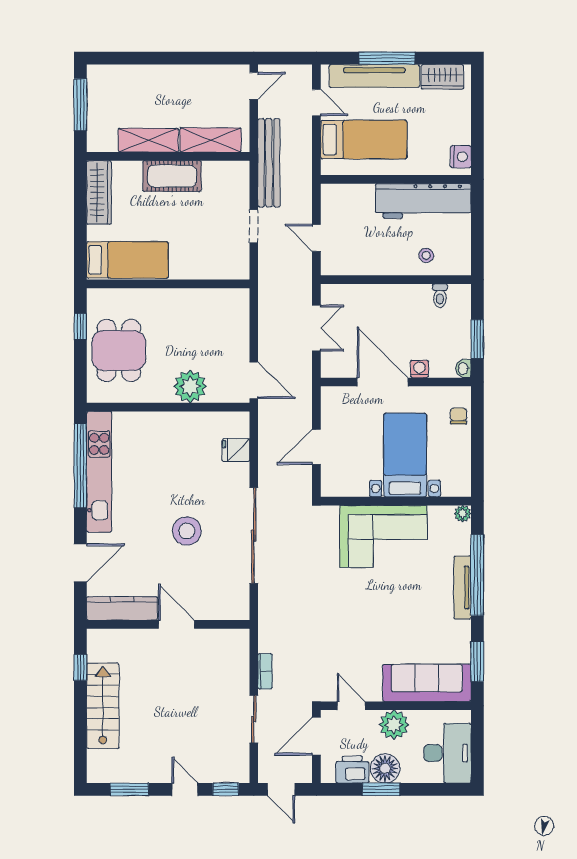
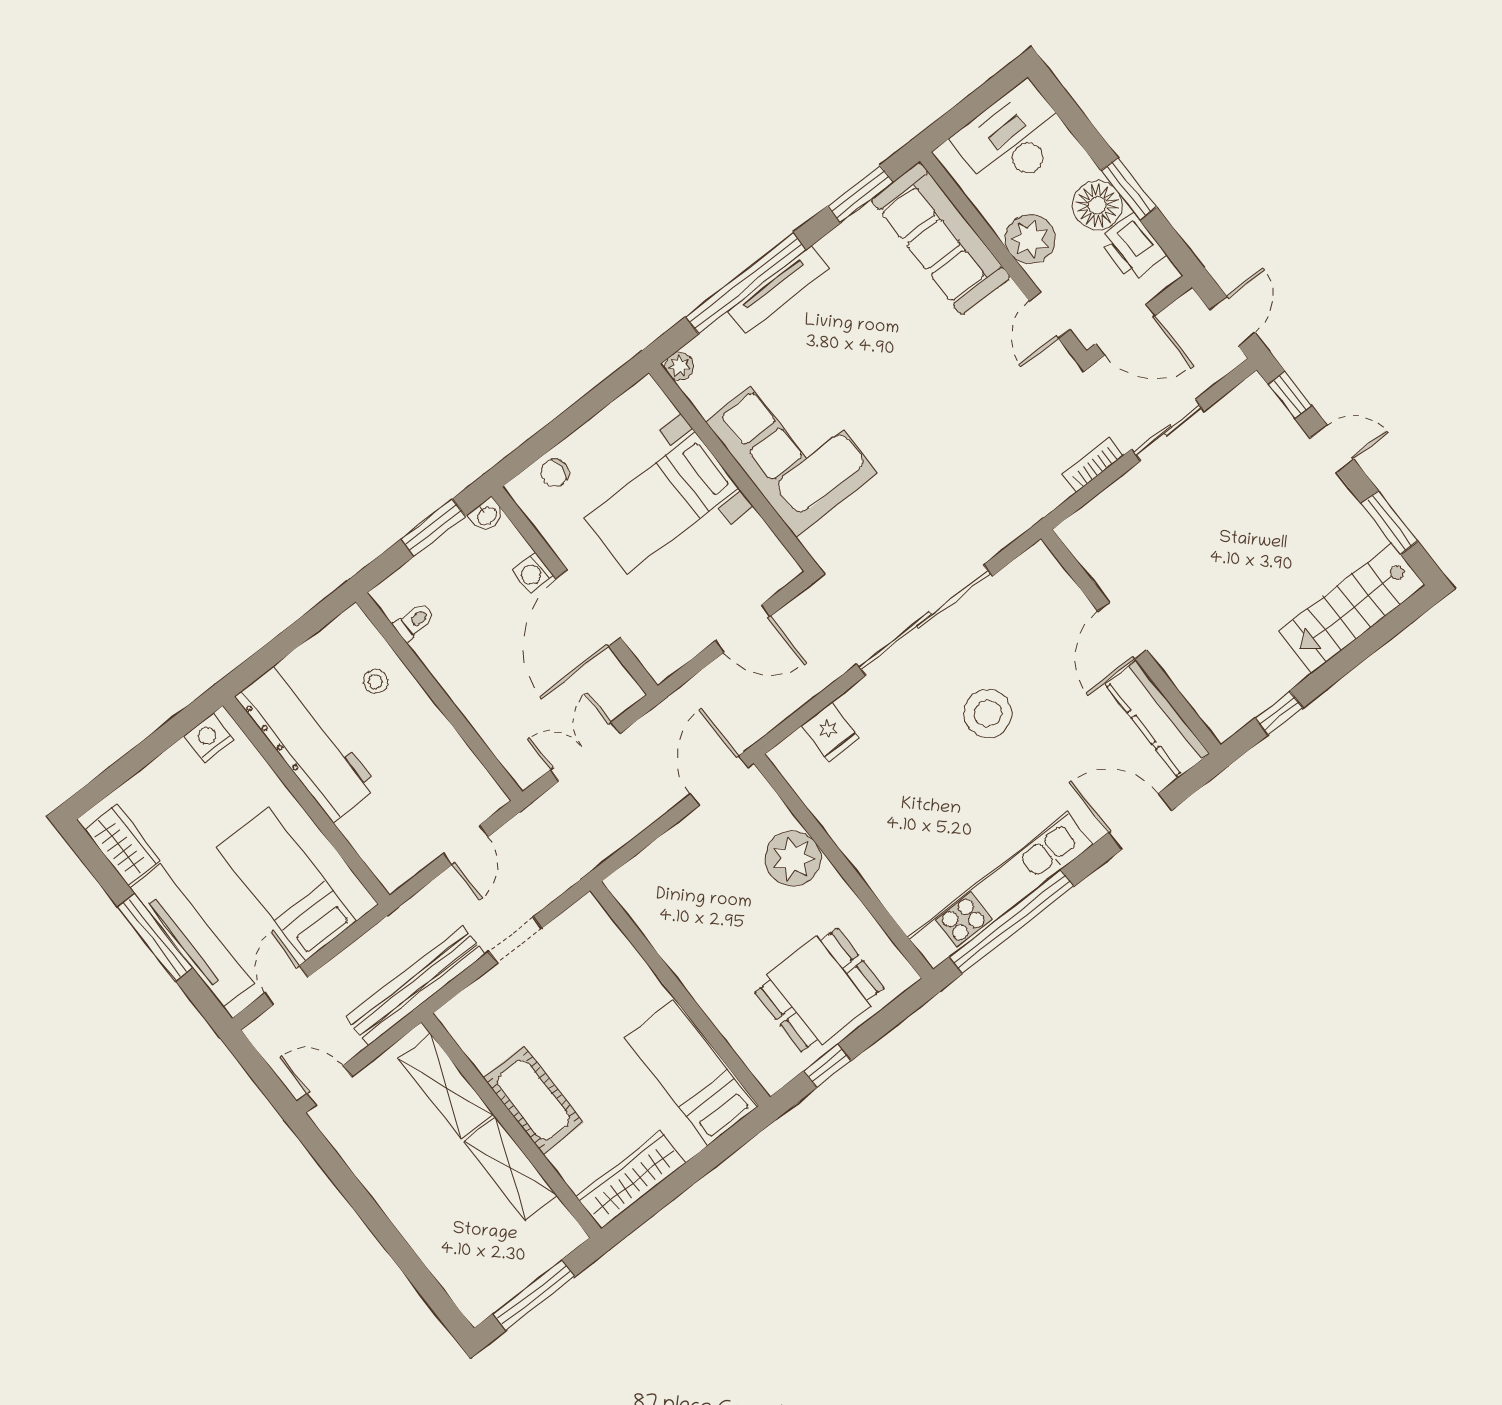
stairs: (103, 706) -> (1352, 608), moved
door: (185, 789) -> (1332, 449), swing flipped

